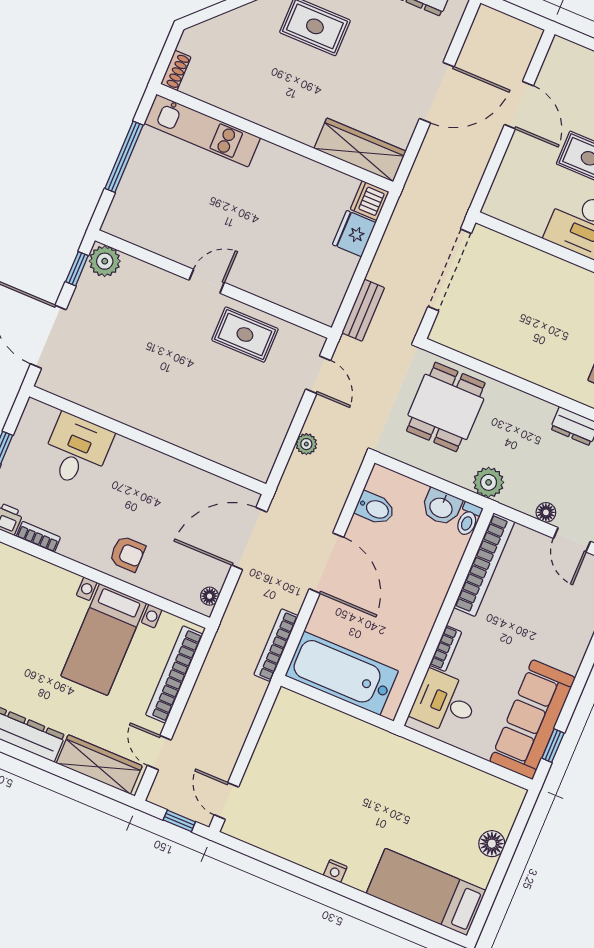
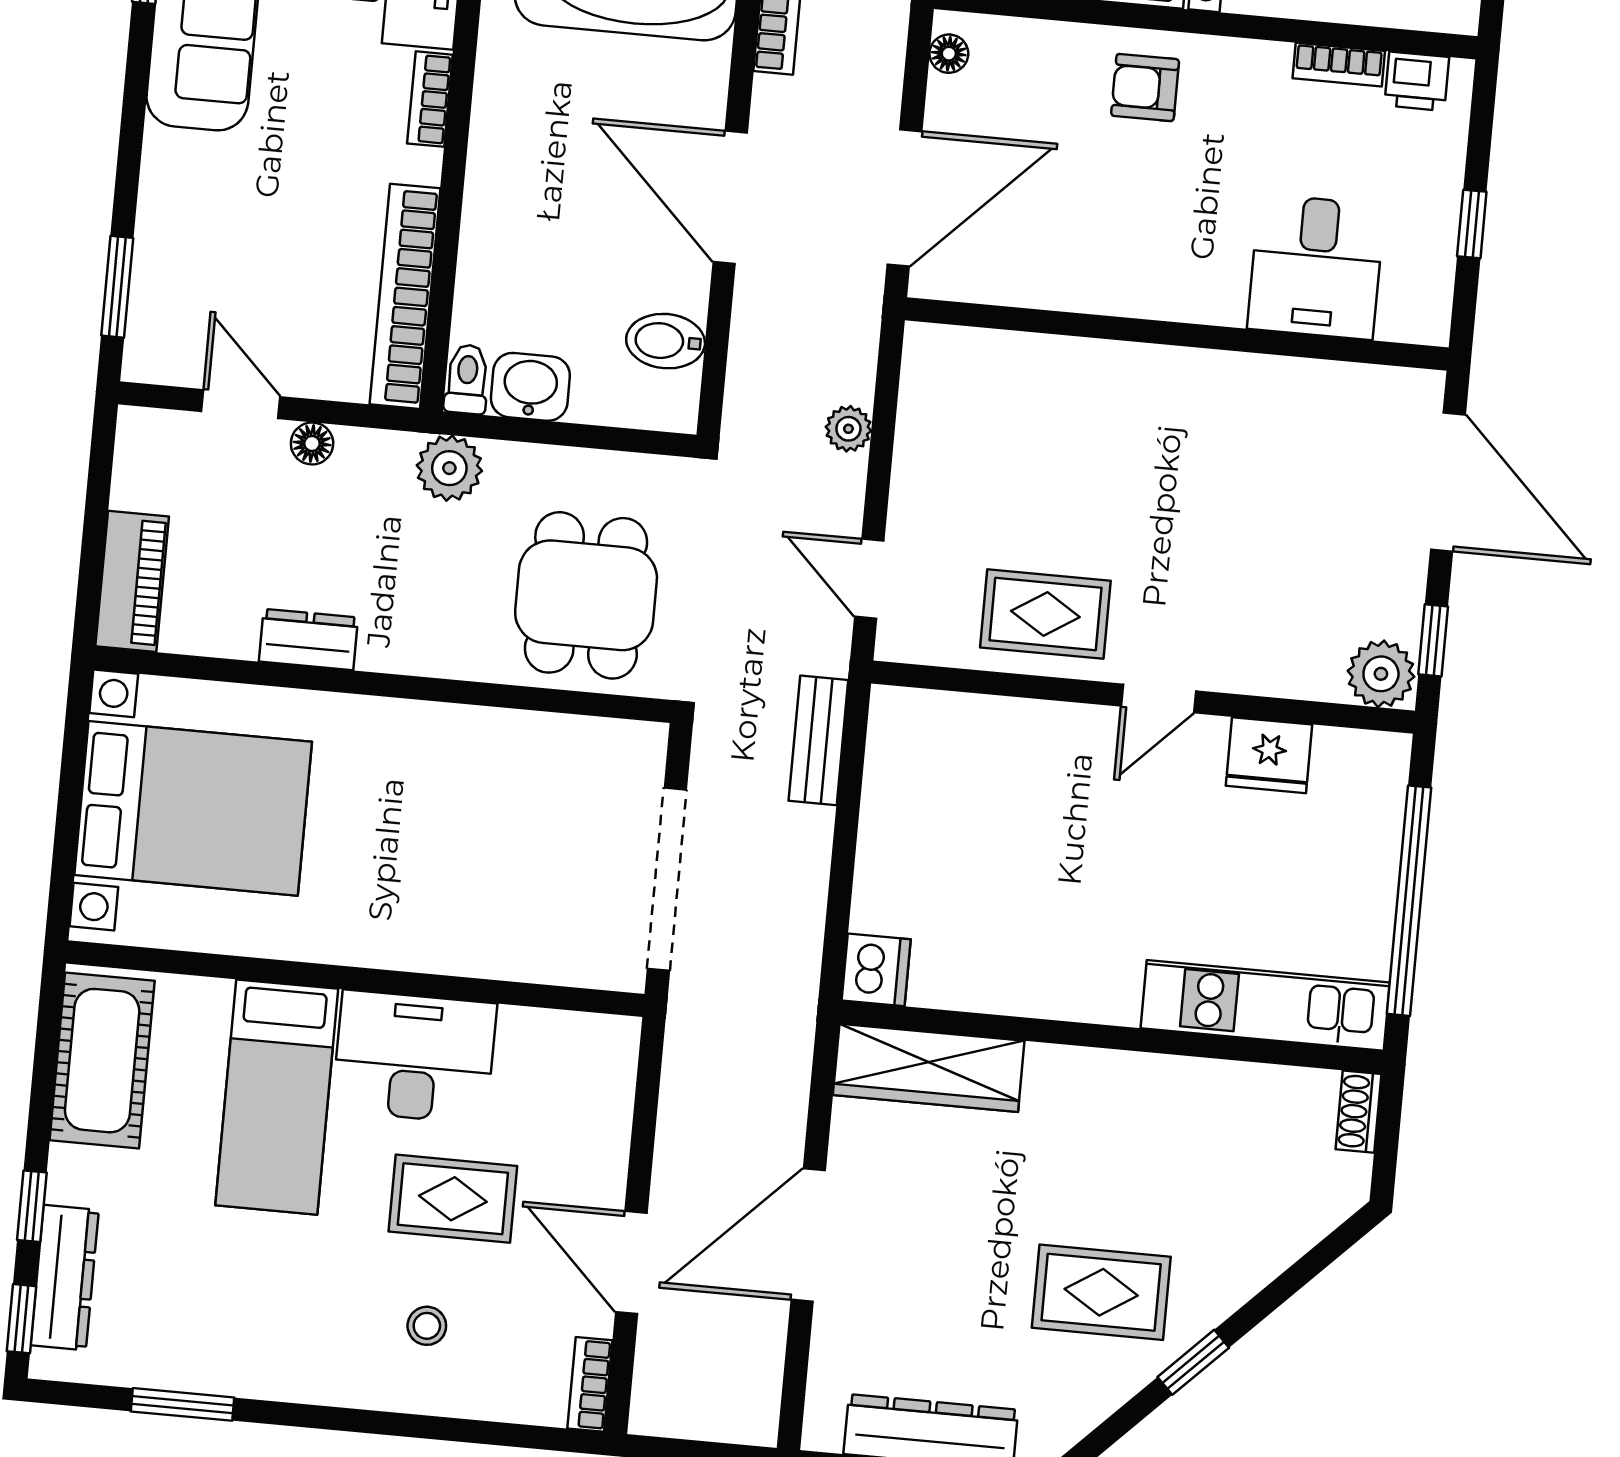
bookcase: (554, 57) -> (590, 1384), added
window: (124, 157) -> (1409, 901), width x1.46
fridge: (354, 234) -> (1269, 755), moved, turned 90

